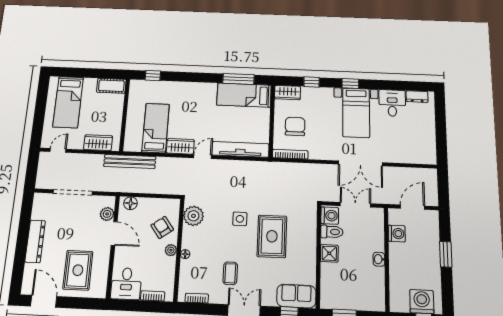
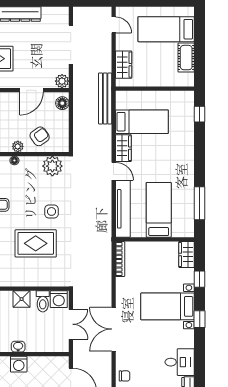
cot: (111, 86) -> (186, 58), moved
bed: (244, 95) -> (159, 210), moved
bed with nightstands: (356, 113) -> (168, 306), moved
chair: (295, 126) -> (124, 376), moved, width x0.54, depth x0.54
plant: (107, 214) -> (62, 81), moved
washing machine: (397, 234) -> (19, 364), moved

